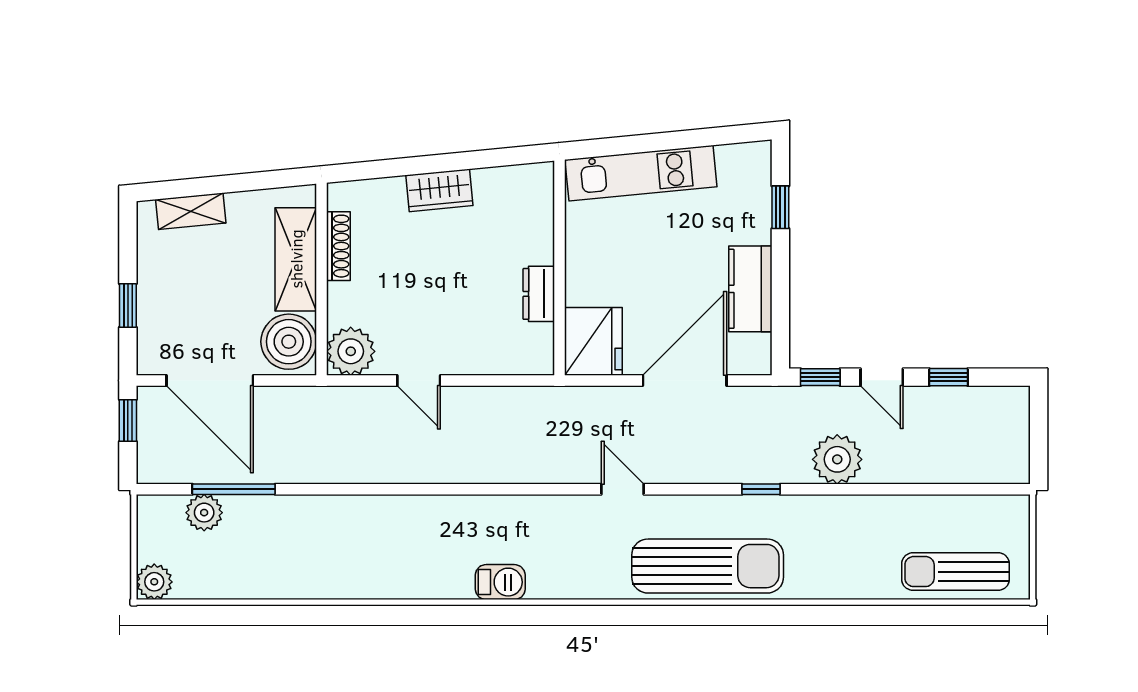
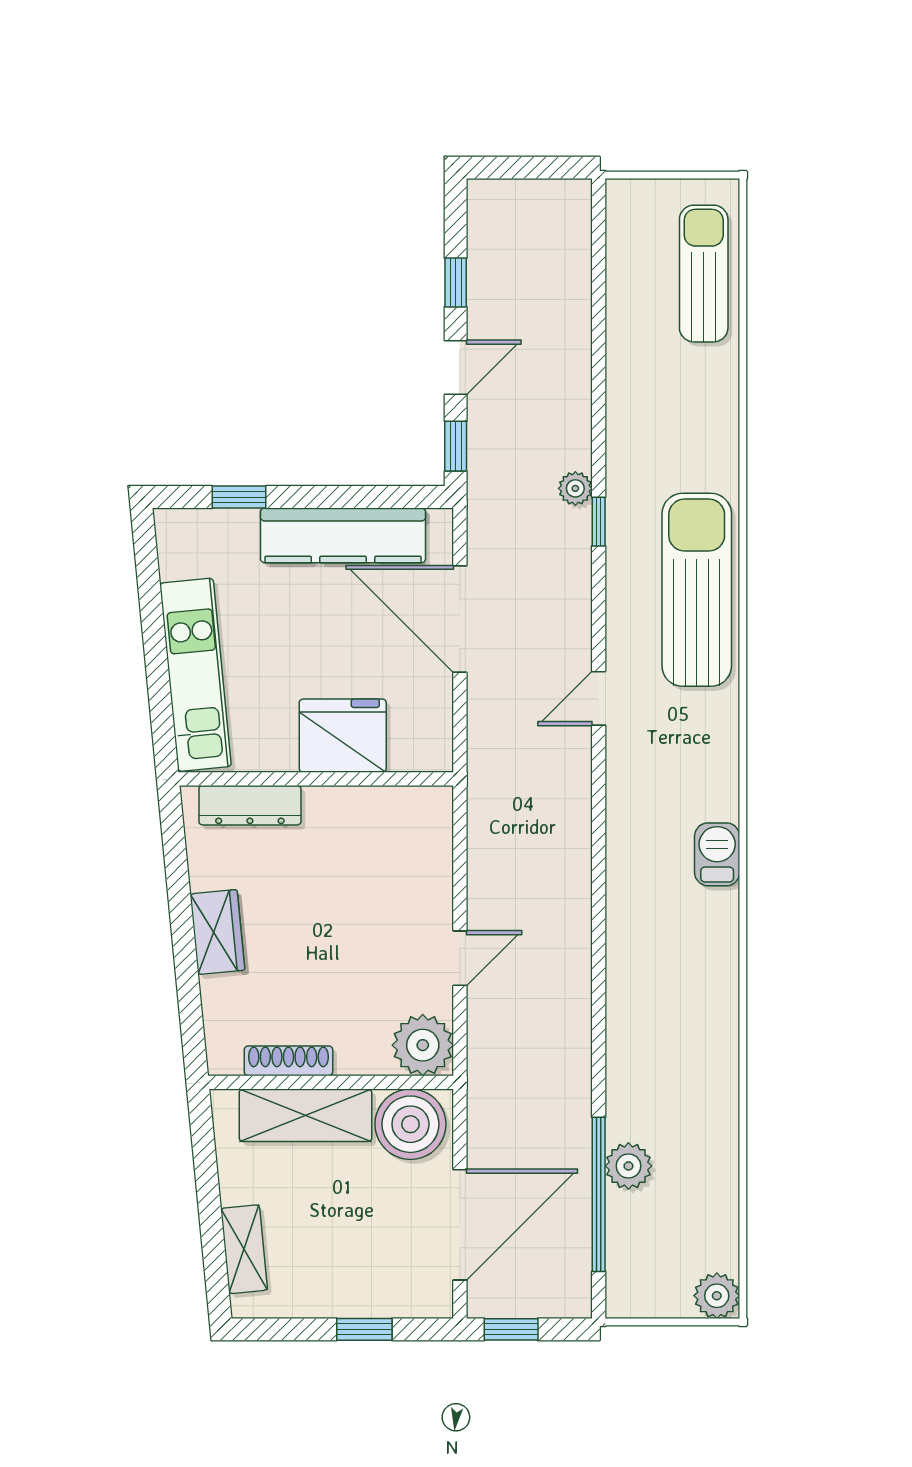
kitchen counter: (750, 289) -> (343, 535), width x1.50
dresser: (539, 294) -> (250, 805), moved, width x1.44
fridge: (593, 341) -> (343, 736), moved
plant: (837, 459) -> (575, 488), moved, width x0.53, depth x0.53
window: (234, 489) -> (599, 1194), width x1.46
plant: (204, 513) -> (628, 1166), moved
sun lounger: (956, 572) -> (704, 274), turned 180

